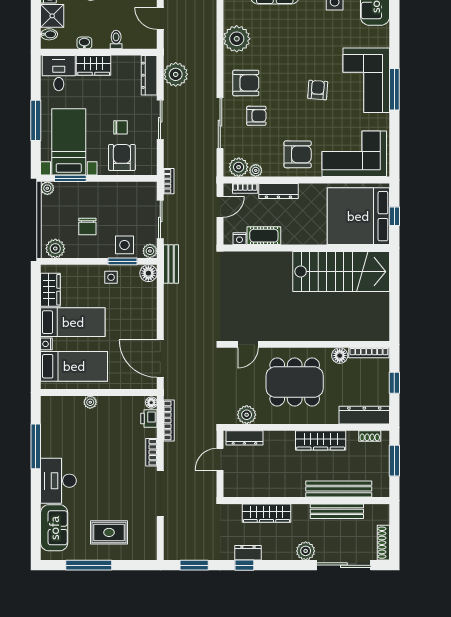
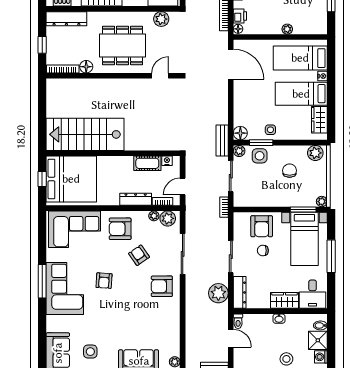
plant: (237, 39) -> (169, 322), removed
toilet: (116, 40) -> (238, 321), moved
washbasin: (84, 43) -> (279, 319), moved
armchair: (256, 116) -> (139, 255), moved, turned 55

